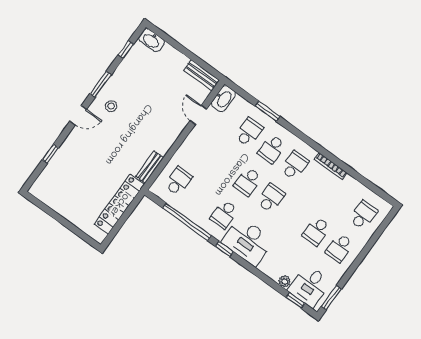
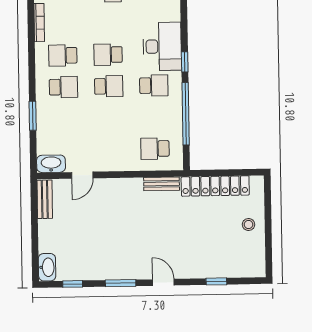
stool: (111, 106) -> (249, 225), moved
school desk: (249, 132) -> (64, 119), removed

